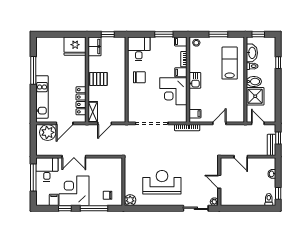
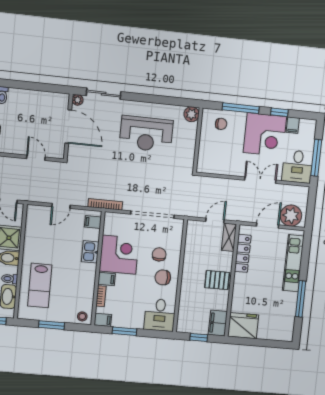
kitchen sink: (195, 80) -> (90, 252), moved
chair: (144, 94) -> (159, 254), added
door: (219, 182) -> (68, 127), width x1.88

